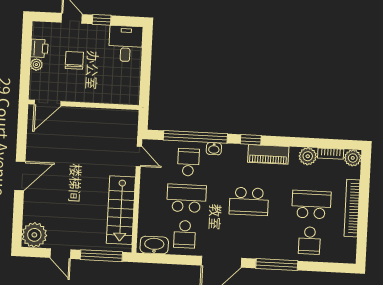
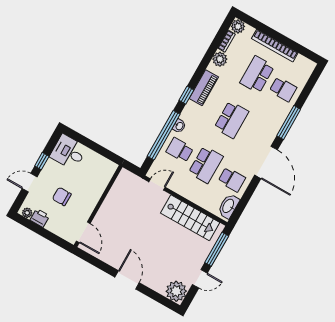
plant: (36, 65) -> (27, 213), moved
school desk: (186, 198) -> (206, 165), turned 180

